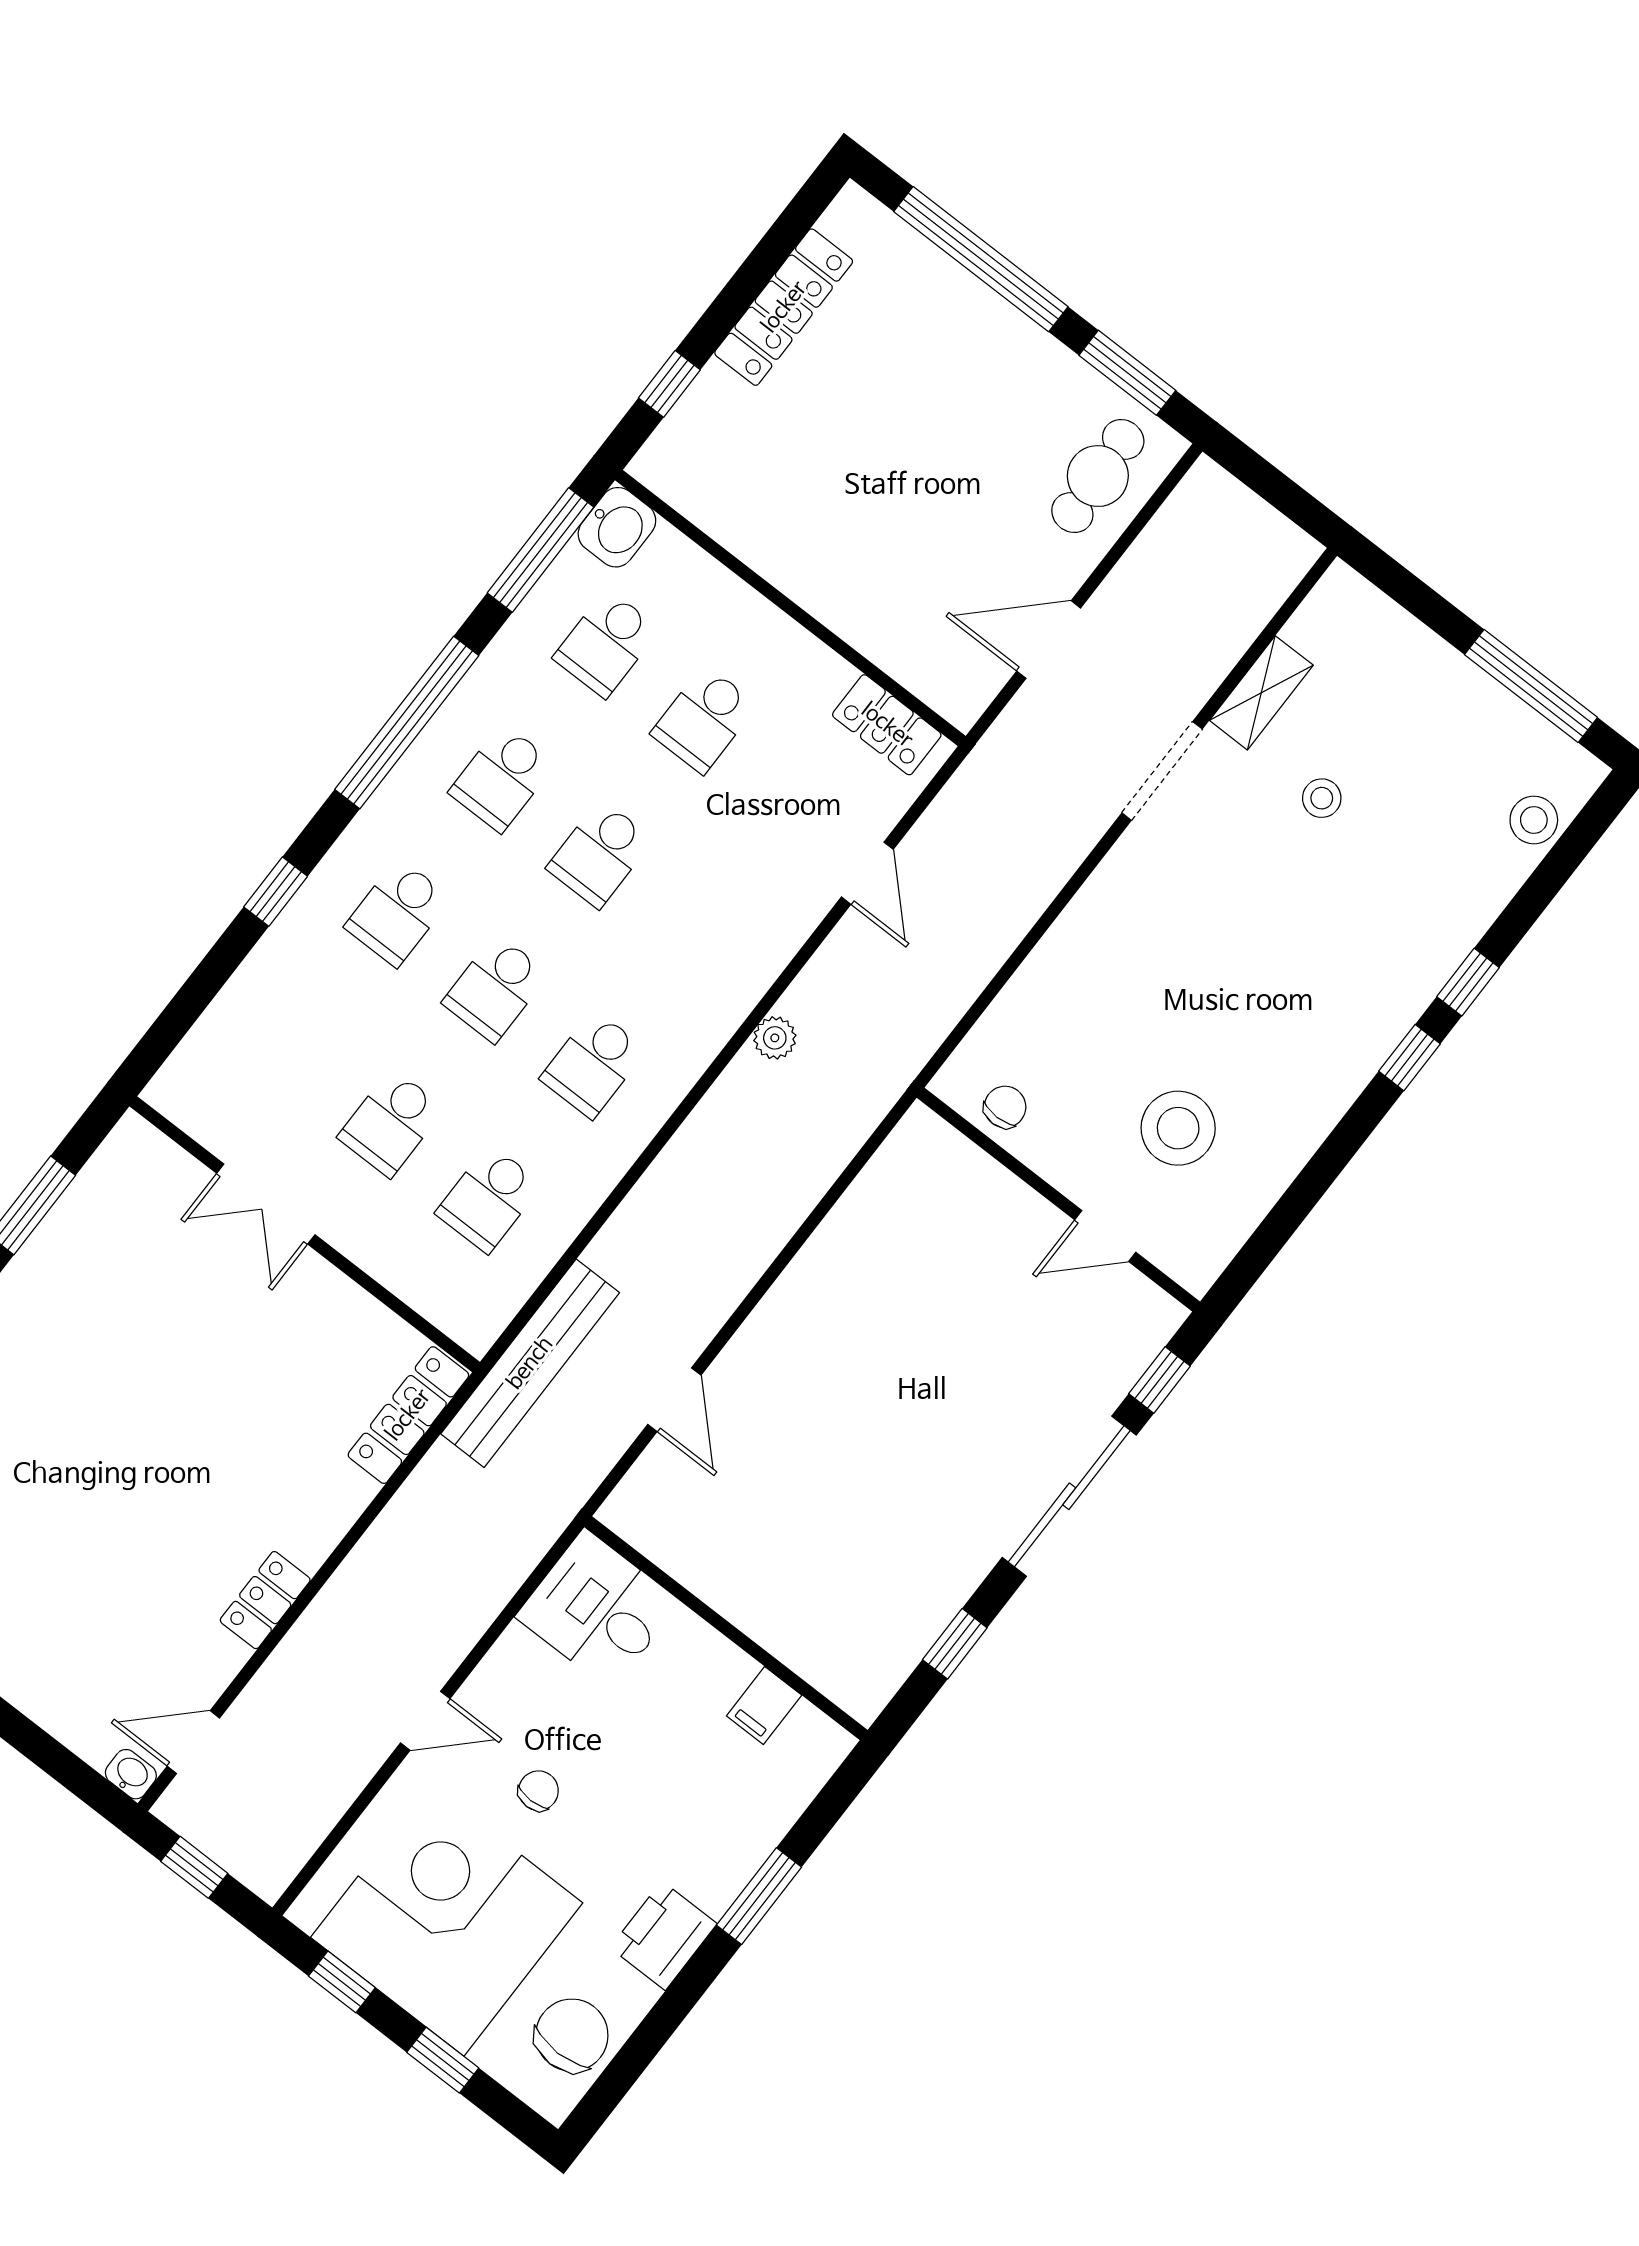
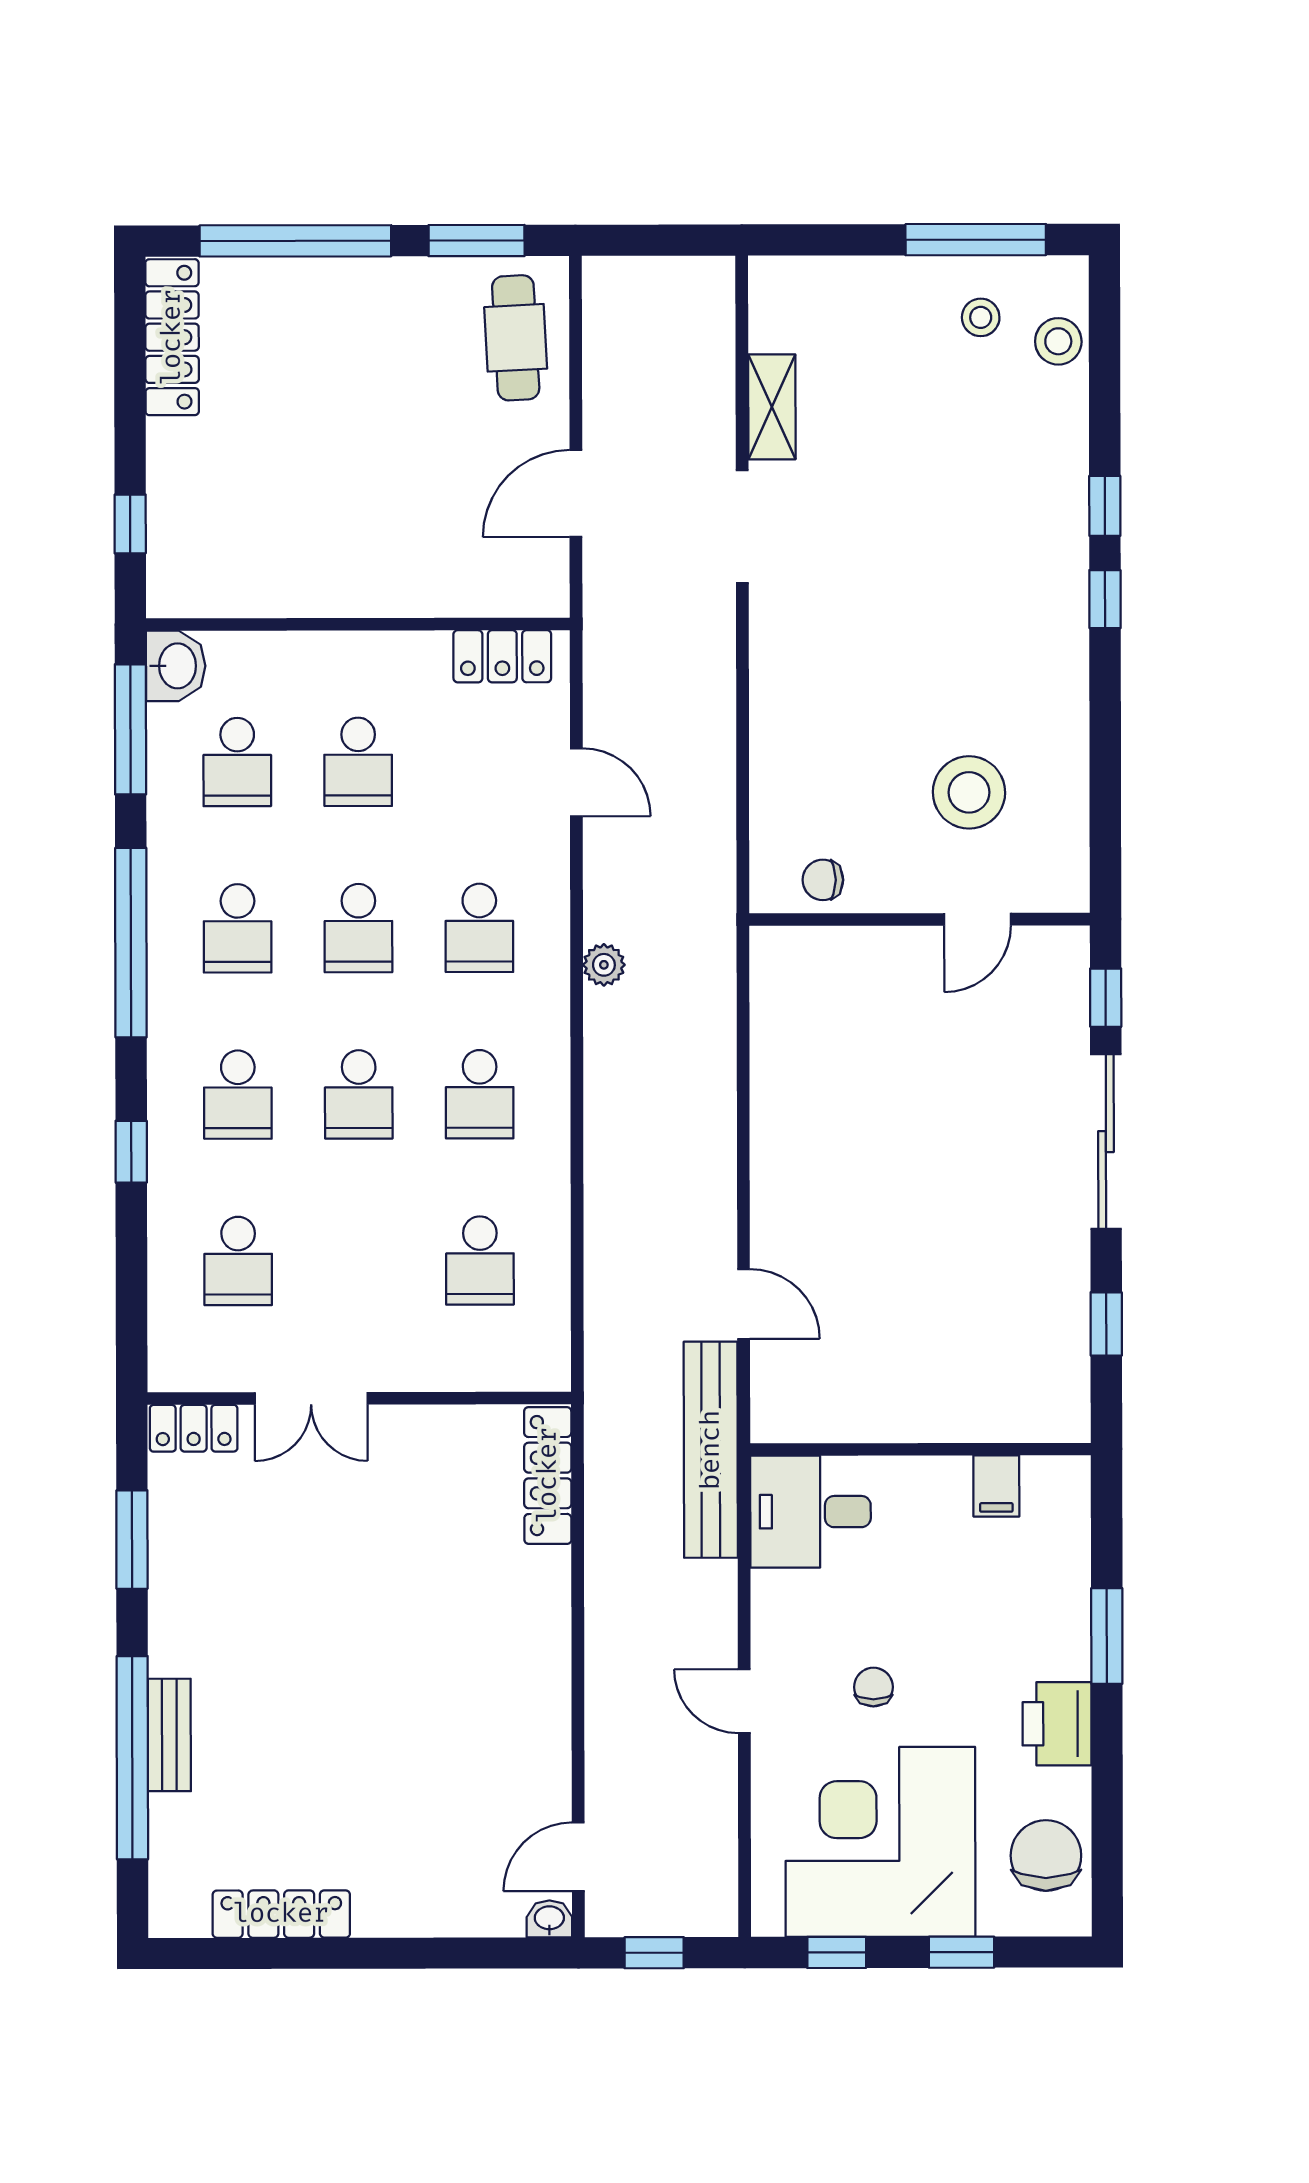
locker: (784, 307) -> (172, 337), moved
stool: (1322, 798) -> (981, 317), moved
school desk: (697, 930) -> (479, 928), added
chair: (1005, 1107) -> (823, 880), turned -90
school desk: (391, 1123) -> (238, 1261), moved
bench: (530, 1363) -> (711, 1450), moved
locker: (265, 1600) -> (194, 1428), moved, turned -90
door: (425, 1721) -> (744, 1701), swing flipped

